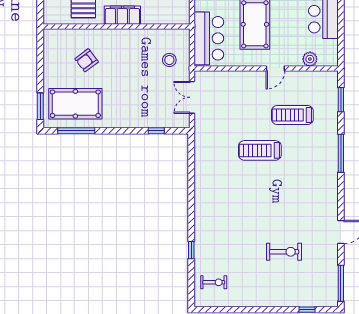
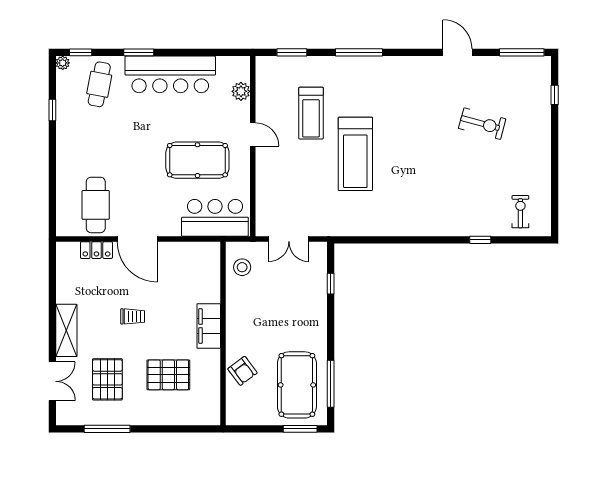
filing cabinet: (122, 15) -> (209, 326), moved
wall: (116, 27) -> (223, 333), moved
treadmill: (260, 150) -> (355, 154), width x1.37, depth x1.38
exercise bike: (284, 252) -> (482, 124), turned 105

